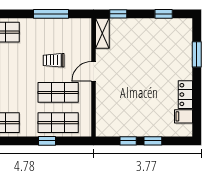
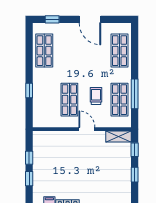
window: (164, 14) -> (135, 175), moved
shop shelf: (58, 123) -> (119, 100), moved

